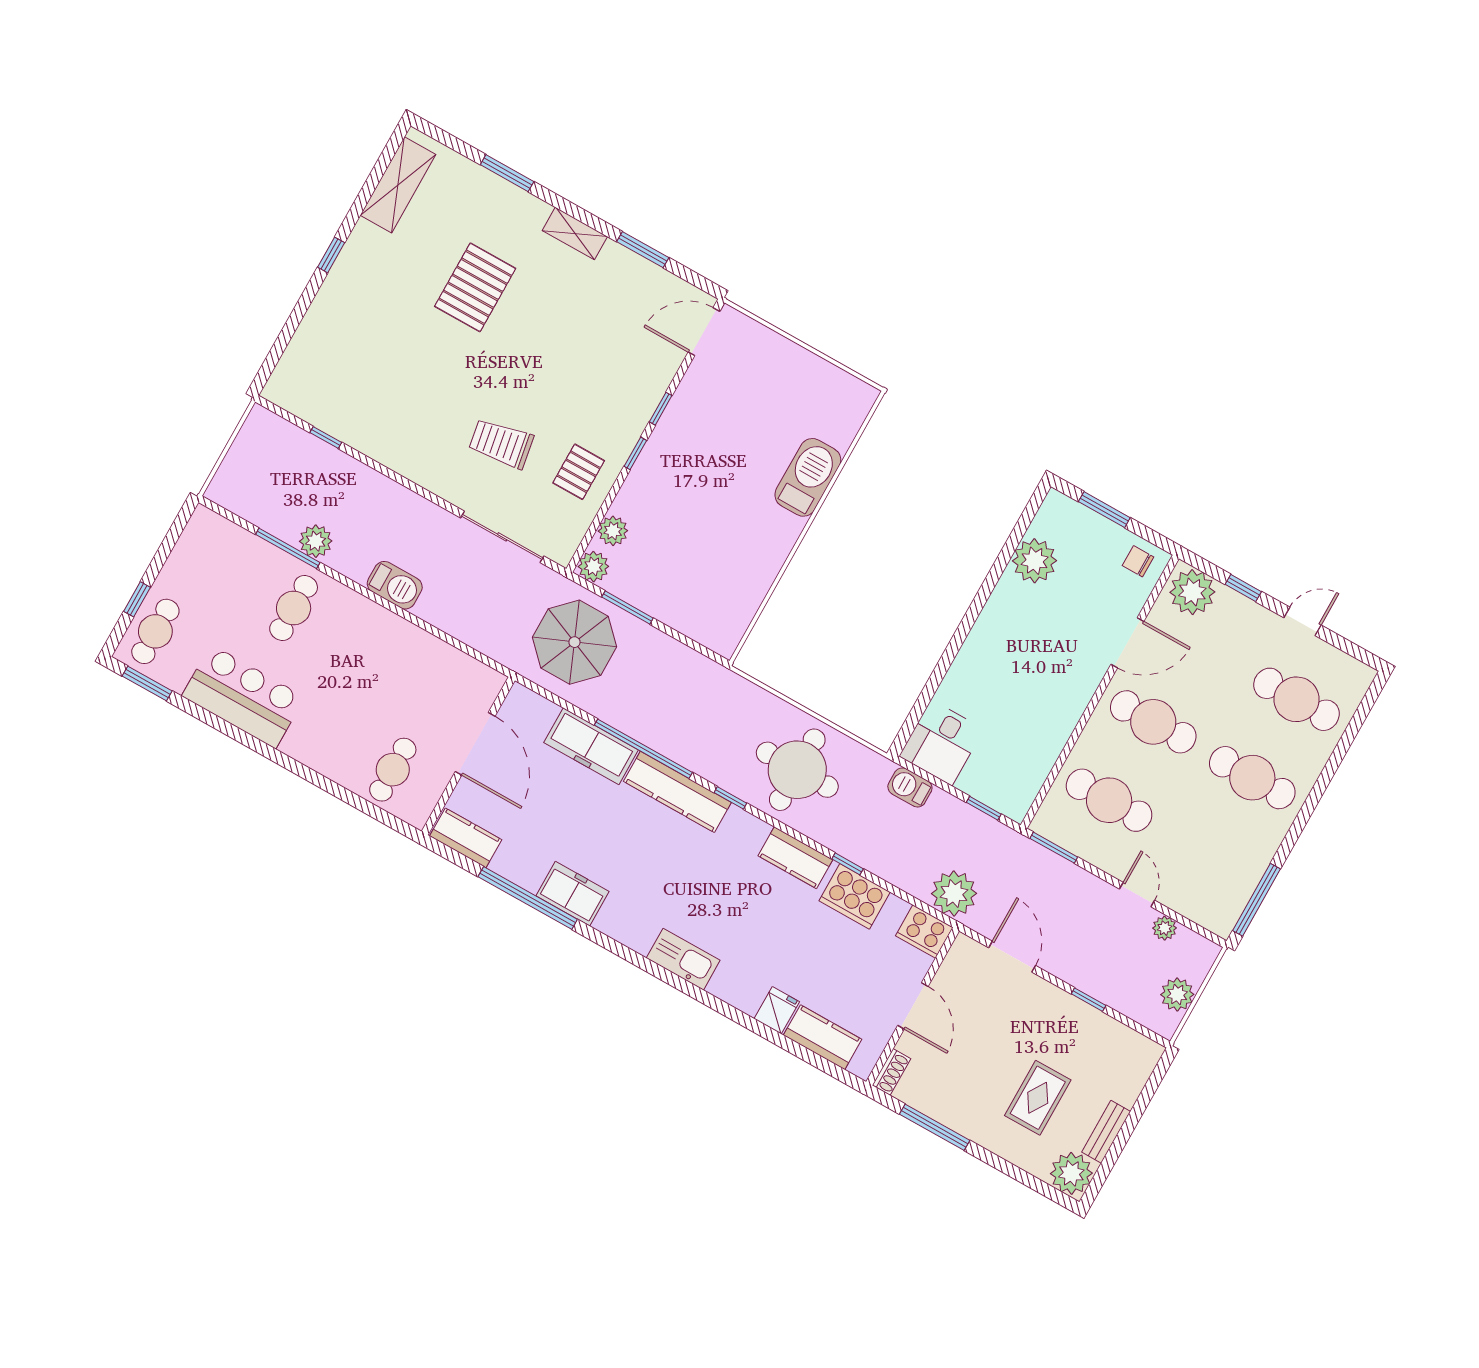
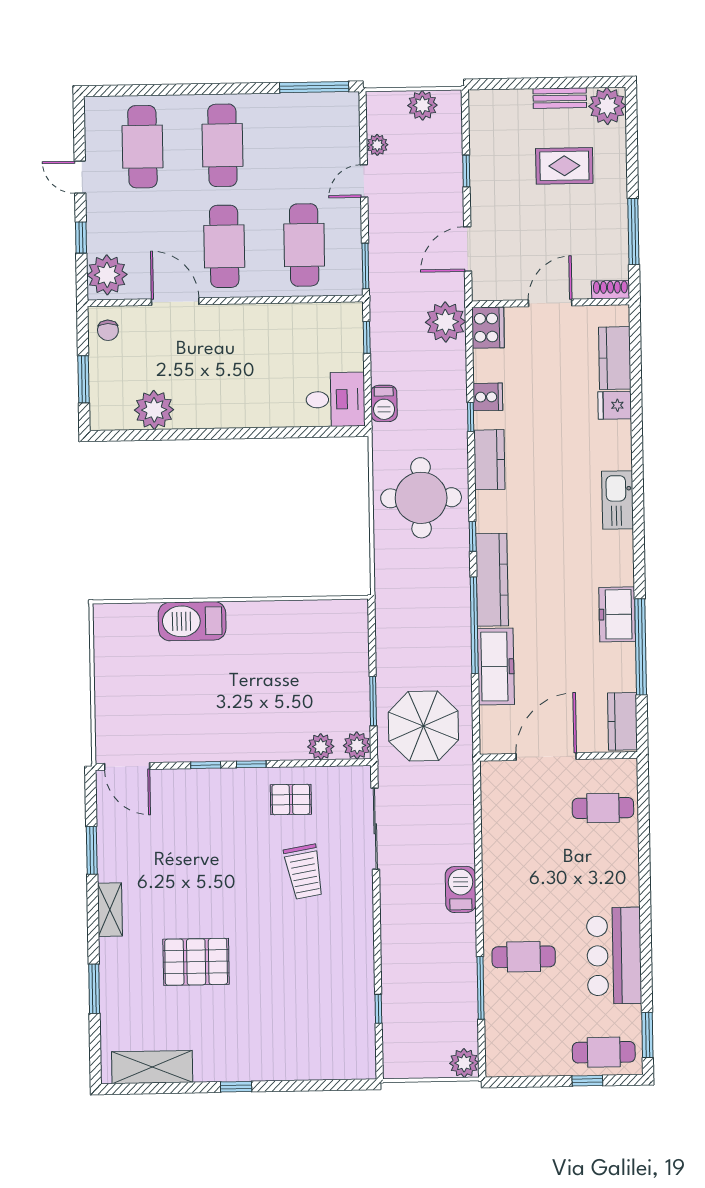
plant: (316, 541) -> (464, 1063), moved
cooker: (855, 896) -> (488, 397), width x0.53, depth x0.76

